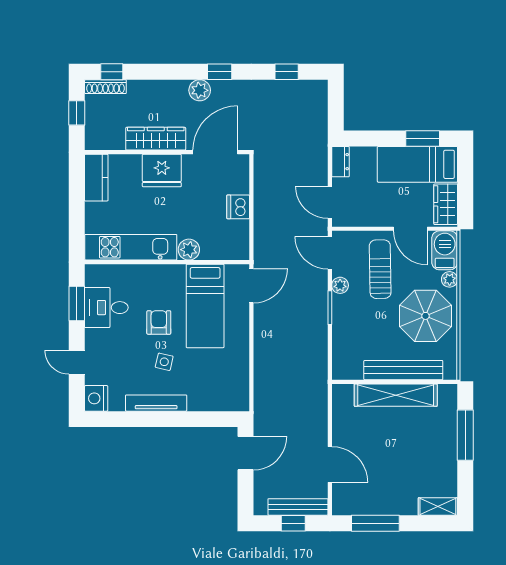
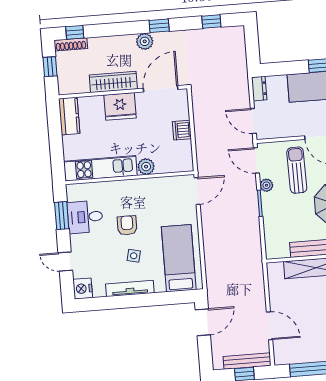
bed: (205, 306) -> (179, 258), moved, turned 180

